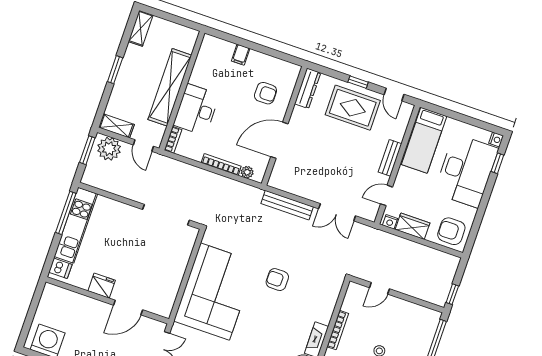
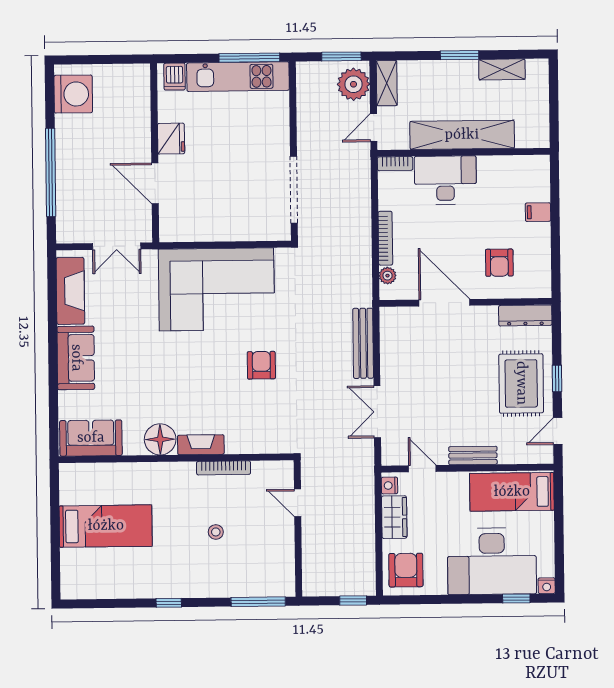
shelving: (141, 28) -> (502, 69), moved
window: (452, 294) -> (353, 601), moved

